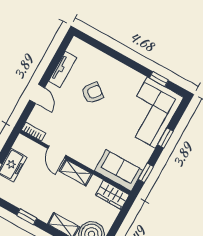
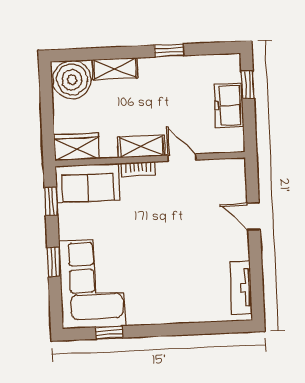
tv unit: (63, 69) -> (241, 288), moved
armchair: (92, 93) -> (183, 262), removed
bookcase: (33, 132) -> (138, 169), moved

